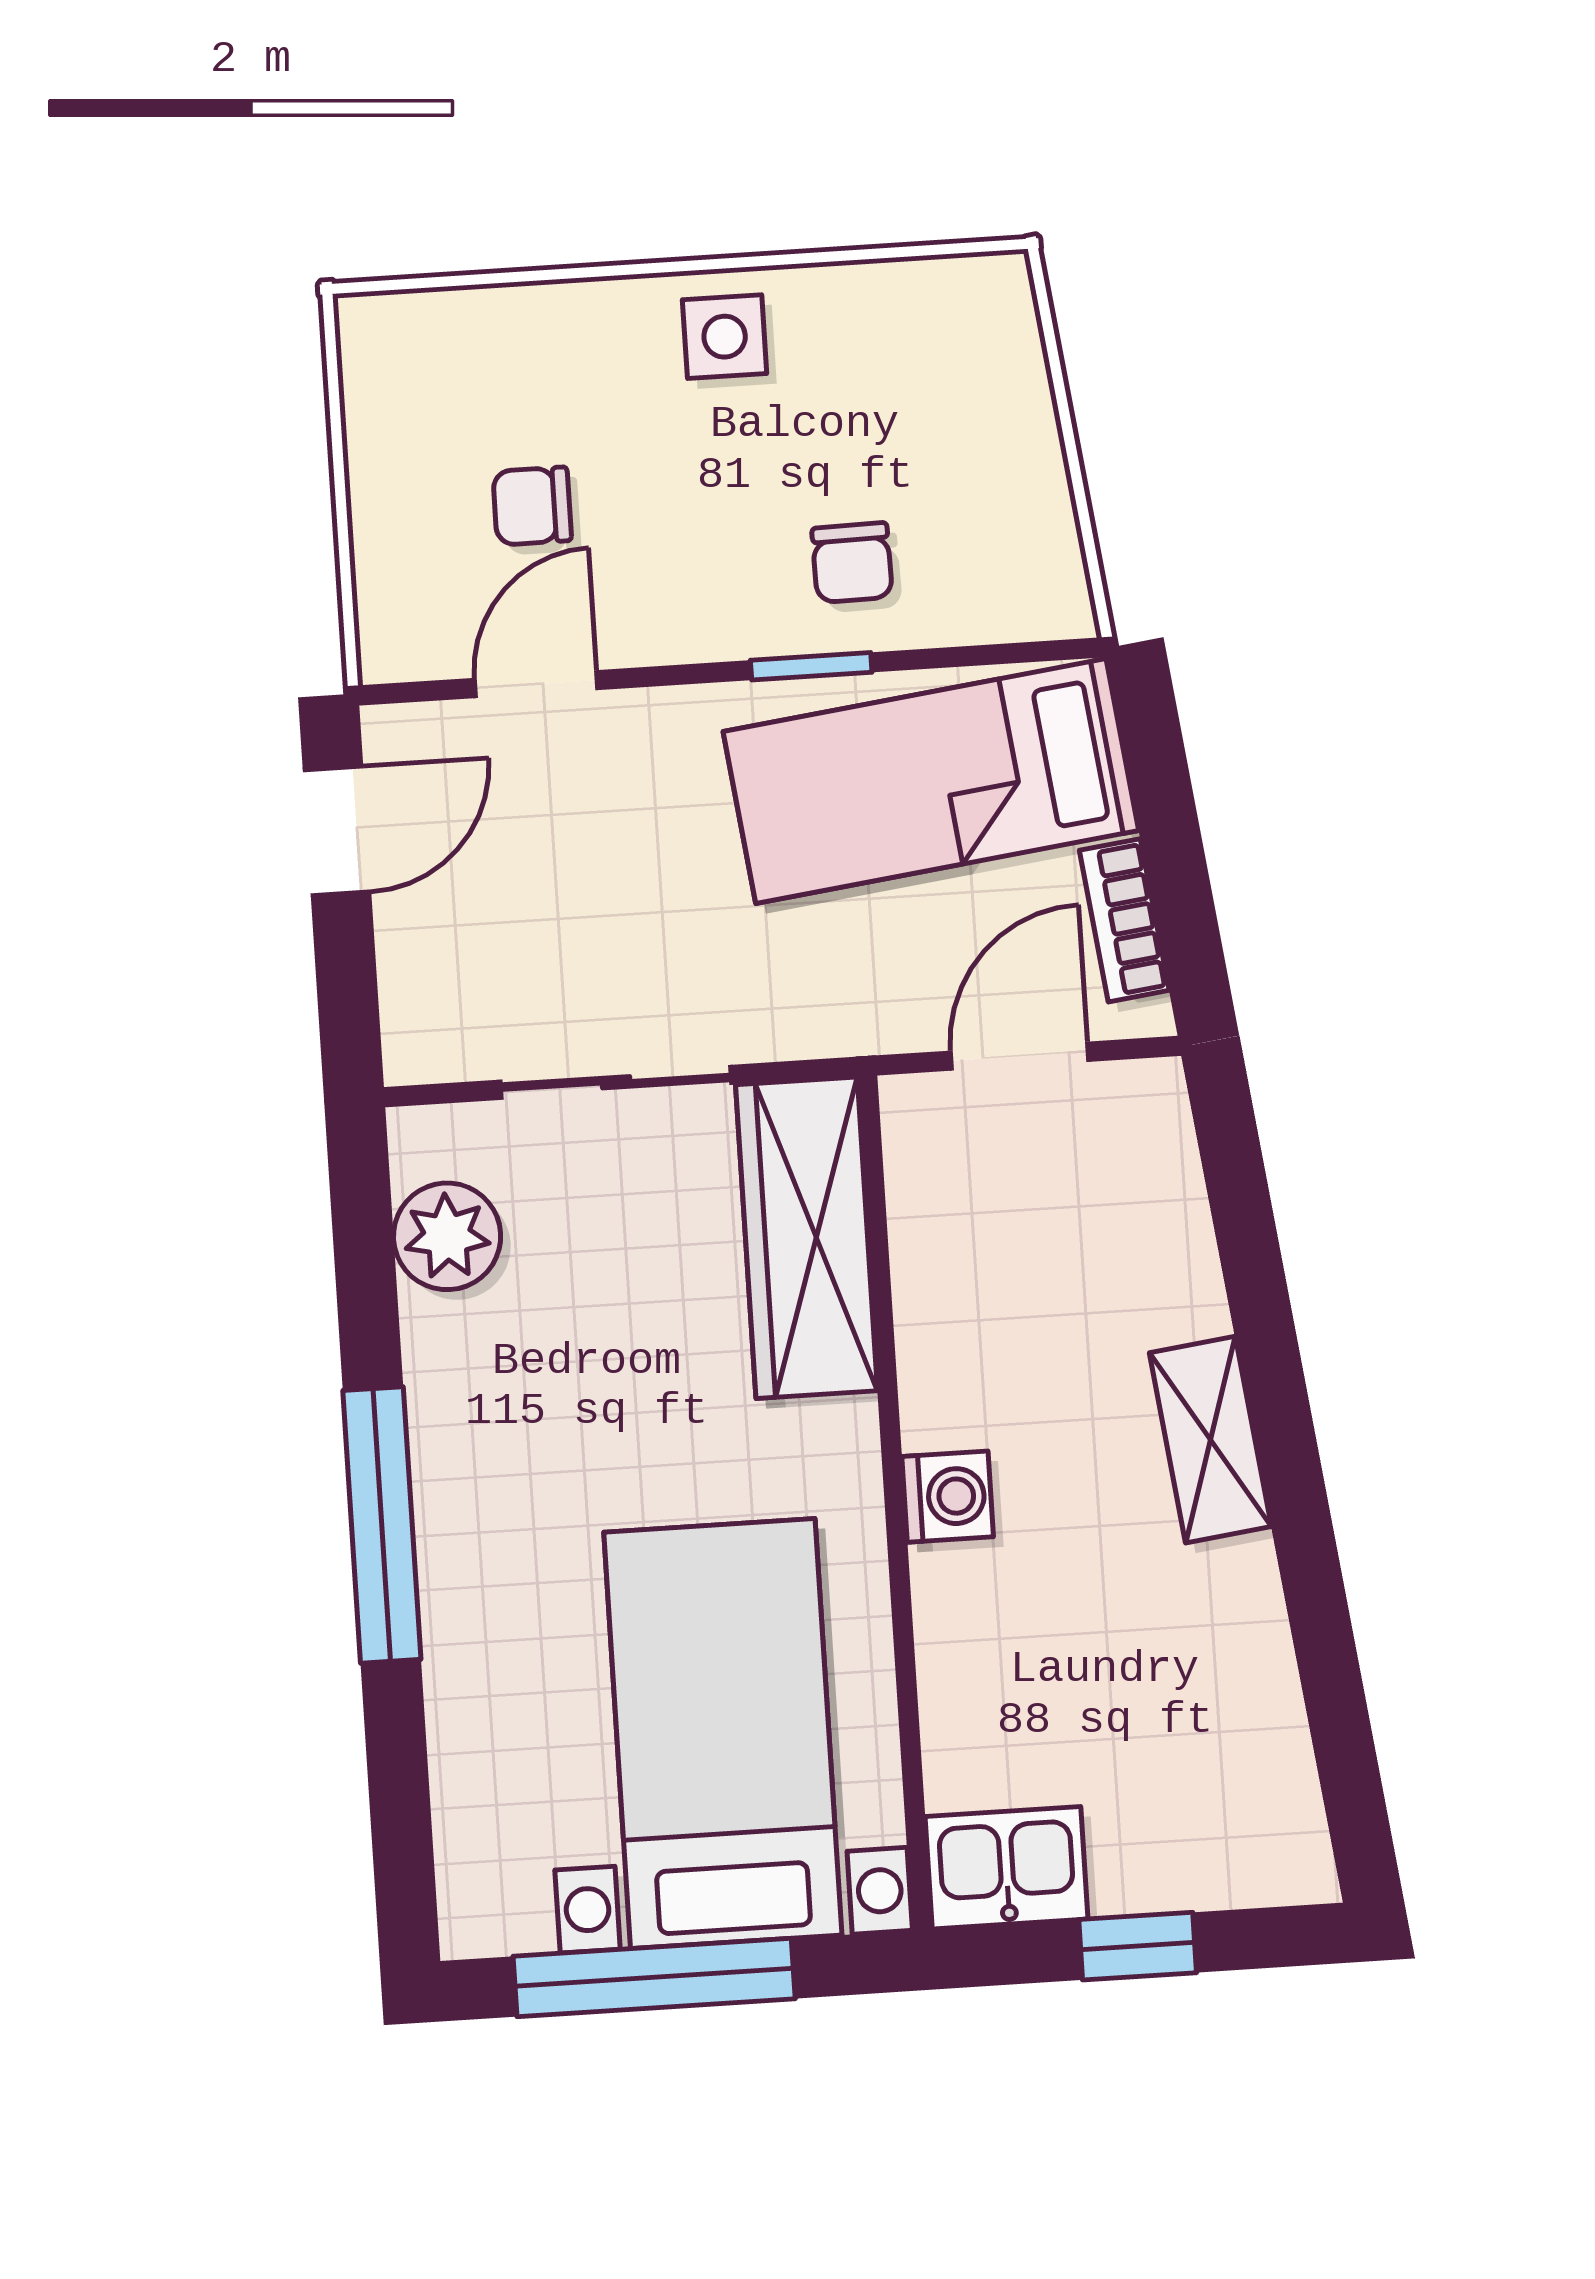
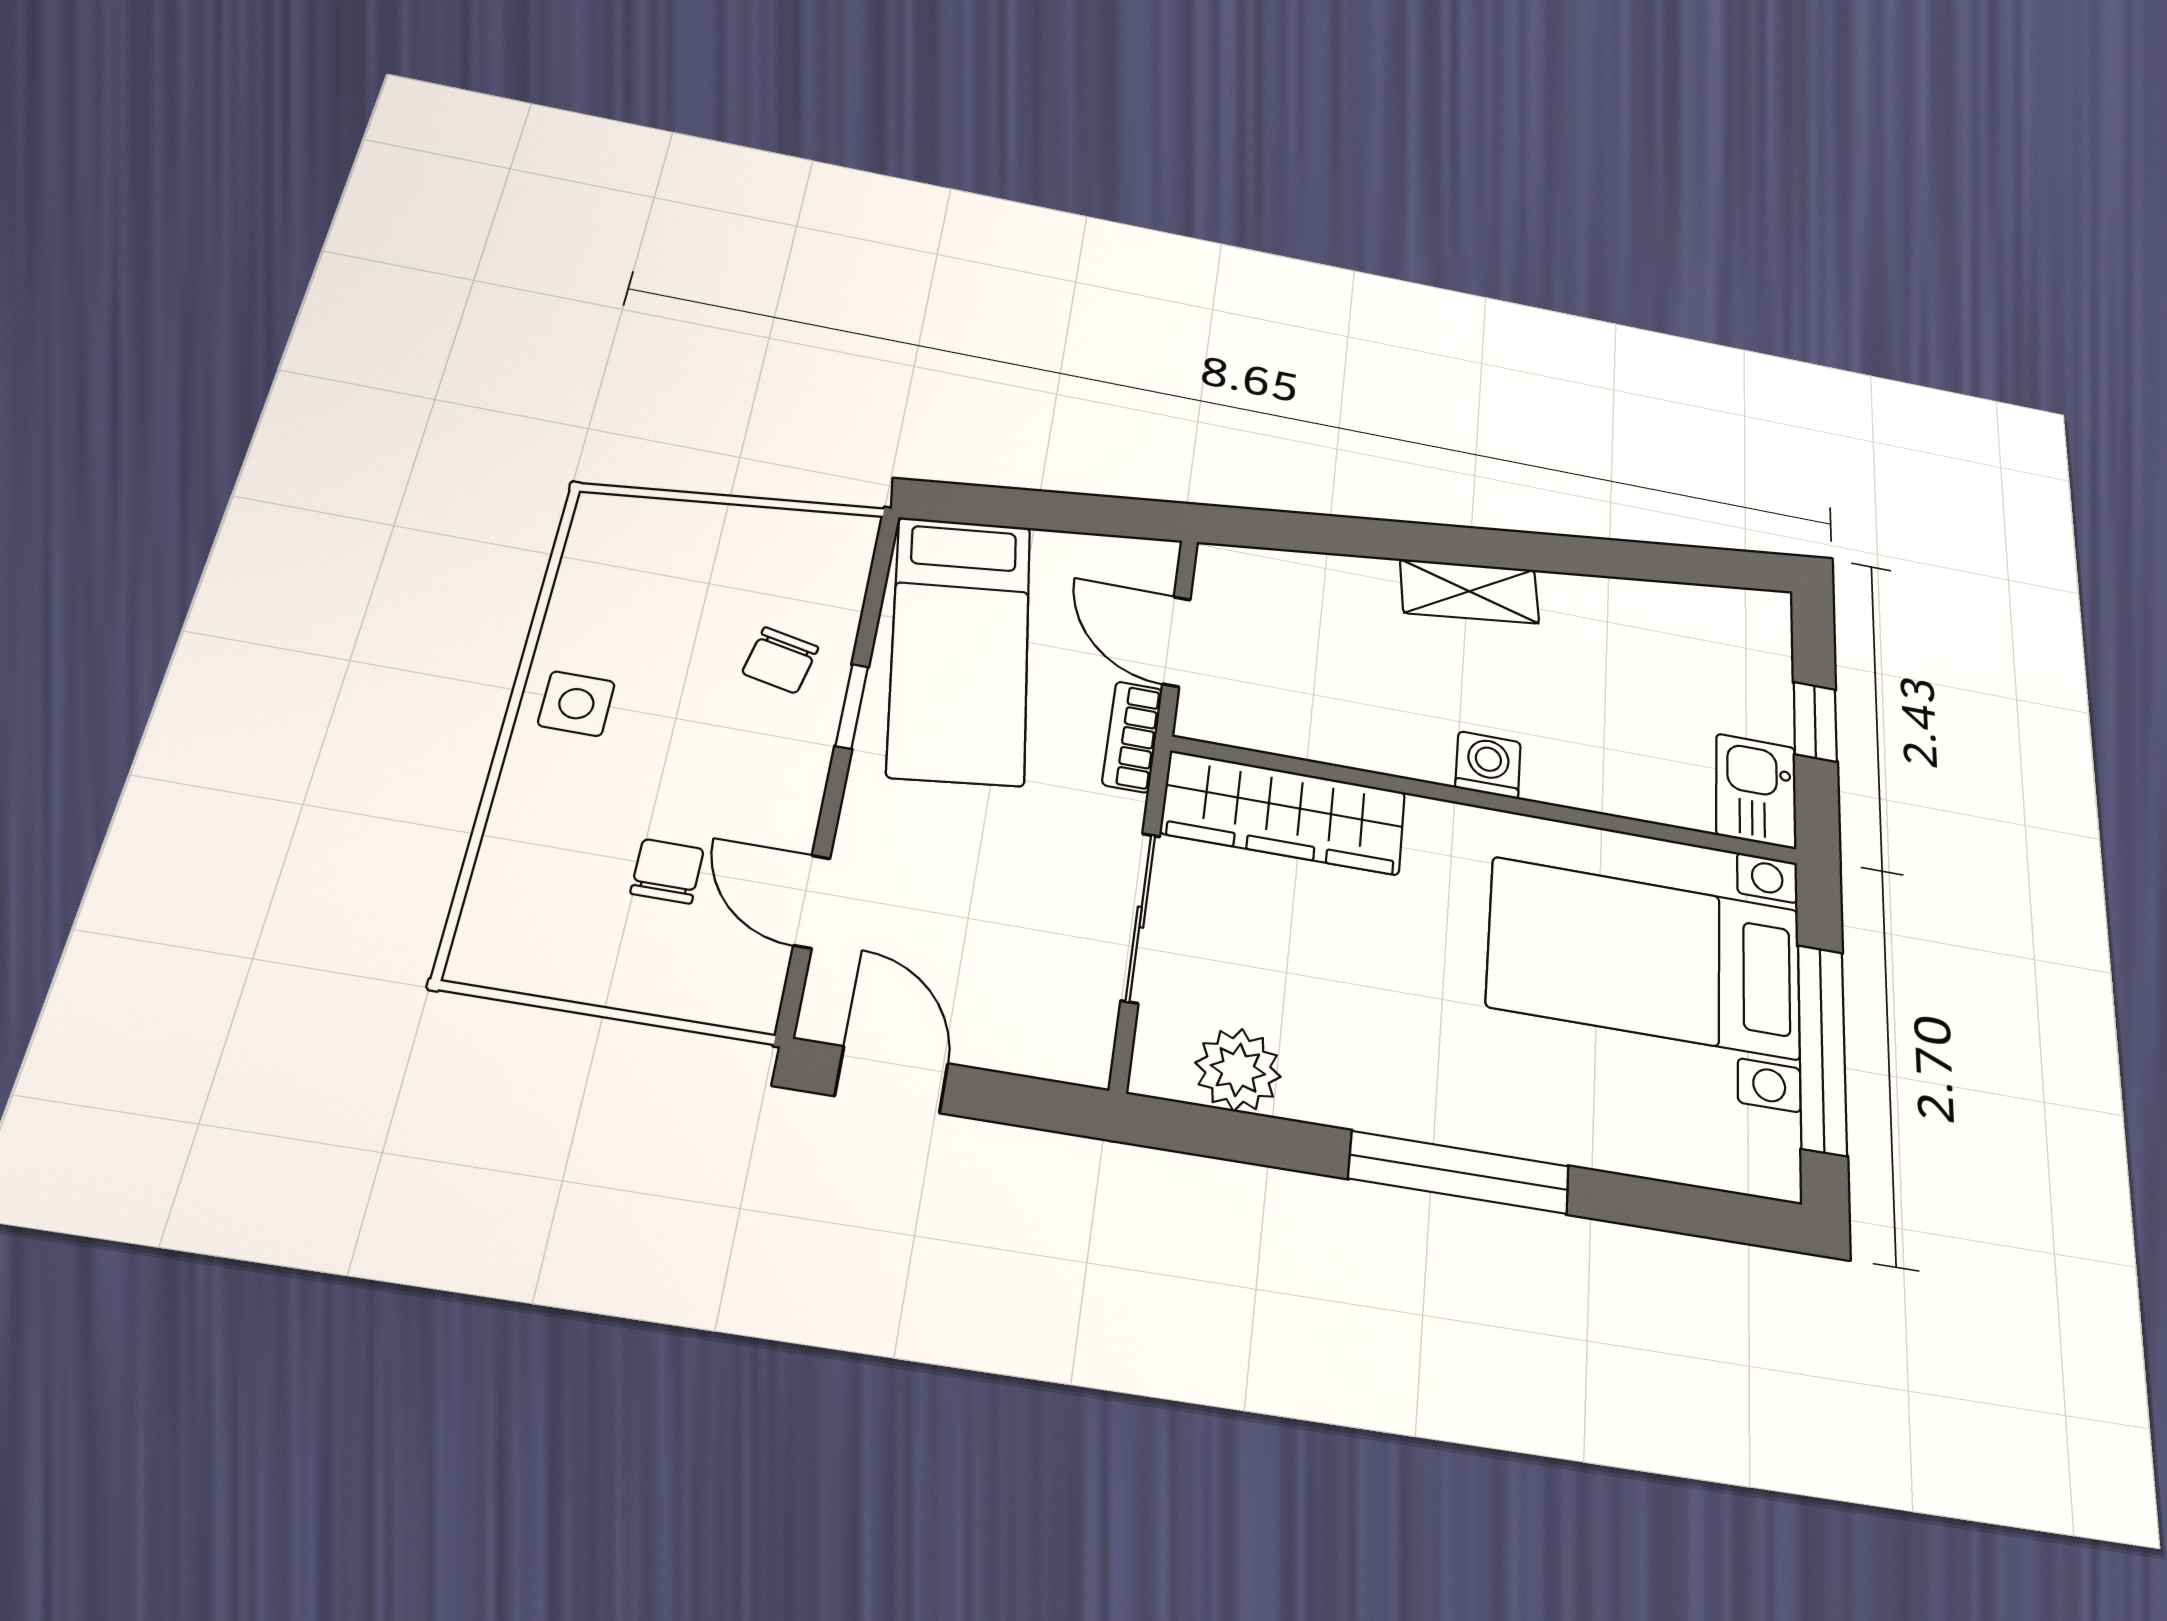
chair: (532, 506) -> (667, 871), turned 180
chair: (852, 563) -> (780, 660), turned 103
bookcase: (1124, 920) -> (1132, 737), moved, turned 97

